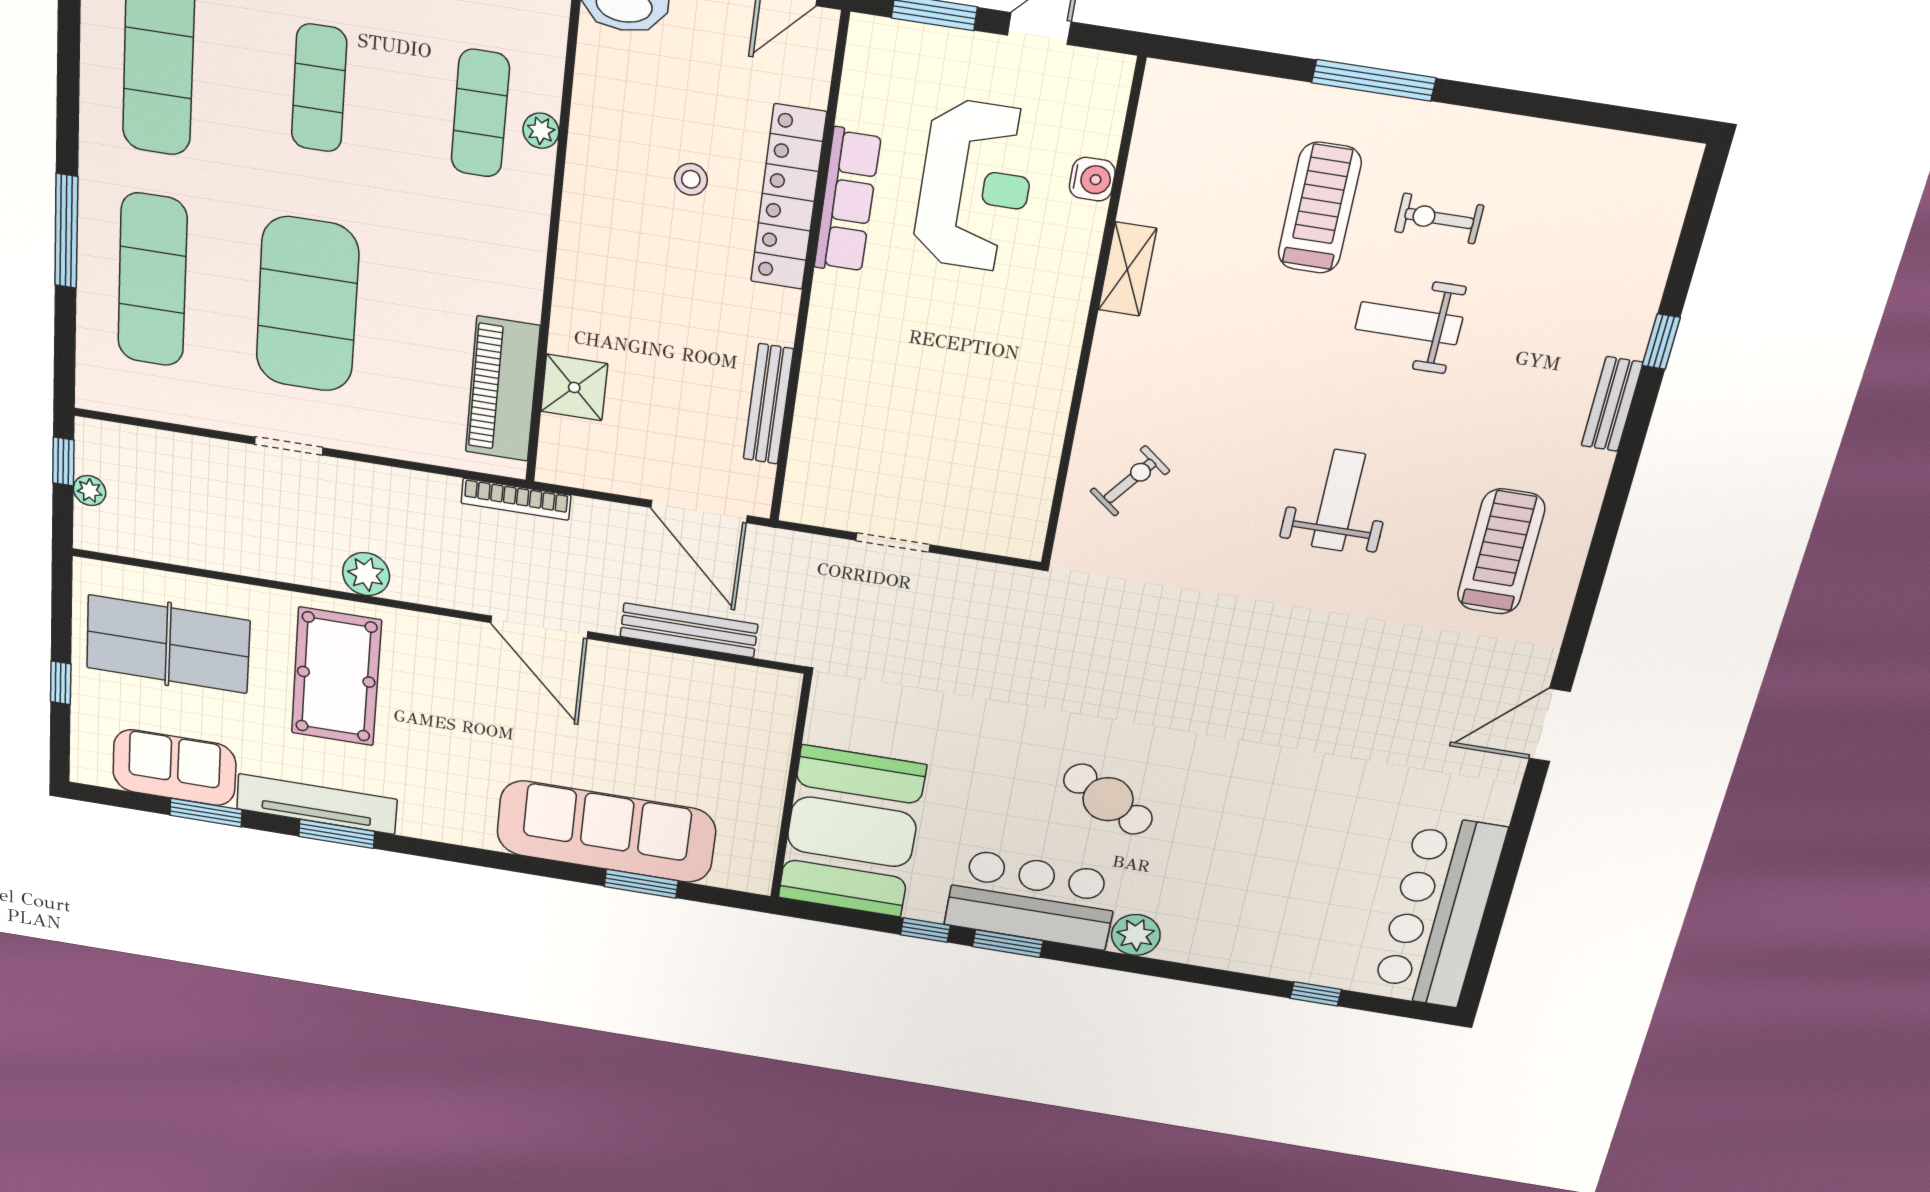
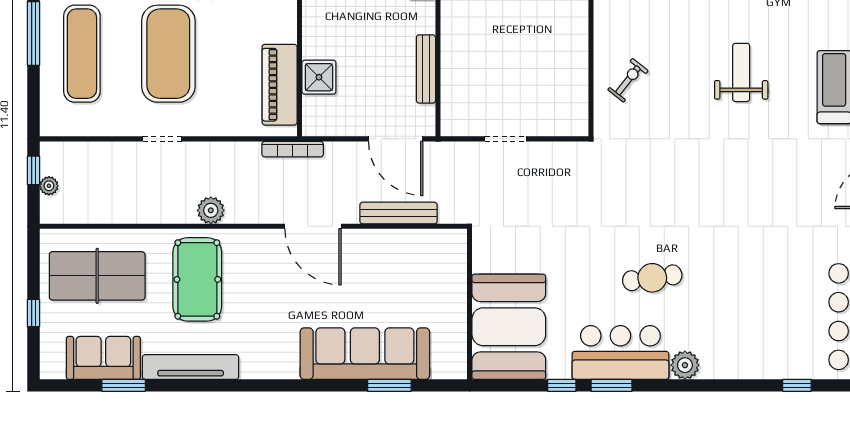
cafe table: (1108, 799) -> (652, 278), turned -38
window: (337, 834) -> (204, 385), removed

